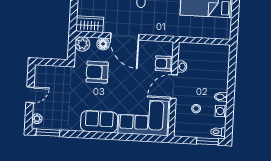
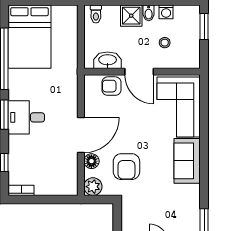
wardrobe: (90, 24) -> (68, 179), removed
armchair: (163, 63) -> (111, 86), turned 90
washbasin: (182, 67) -> (108, 60), width x1.91, depth x1.45
shower: (219, 83) -> (131, 16), added
toilet: (218, 132) -> (96, 14), moved

